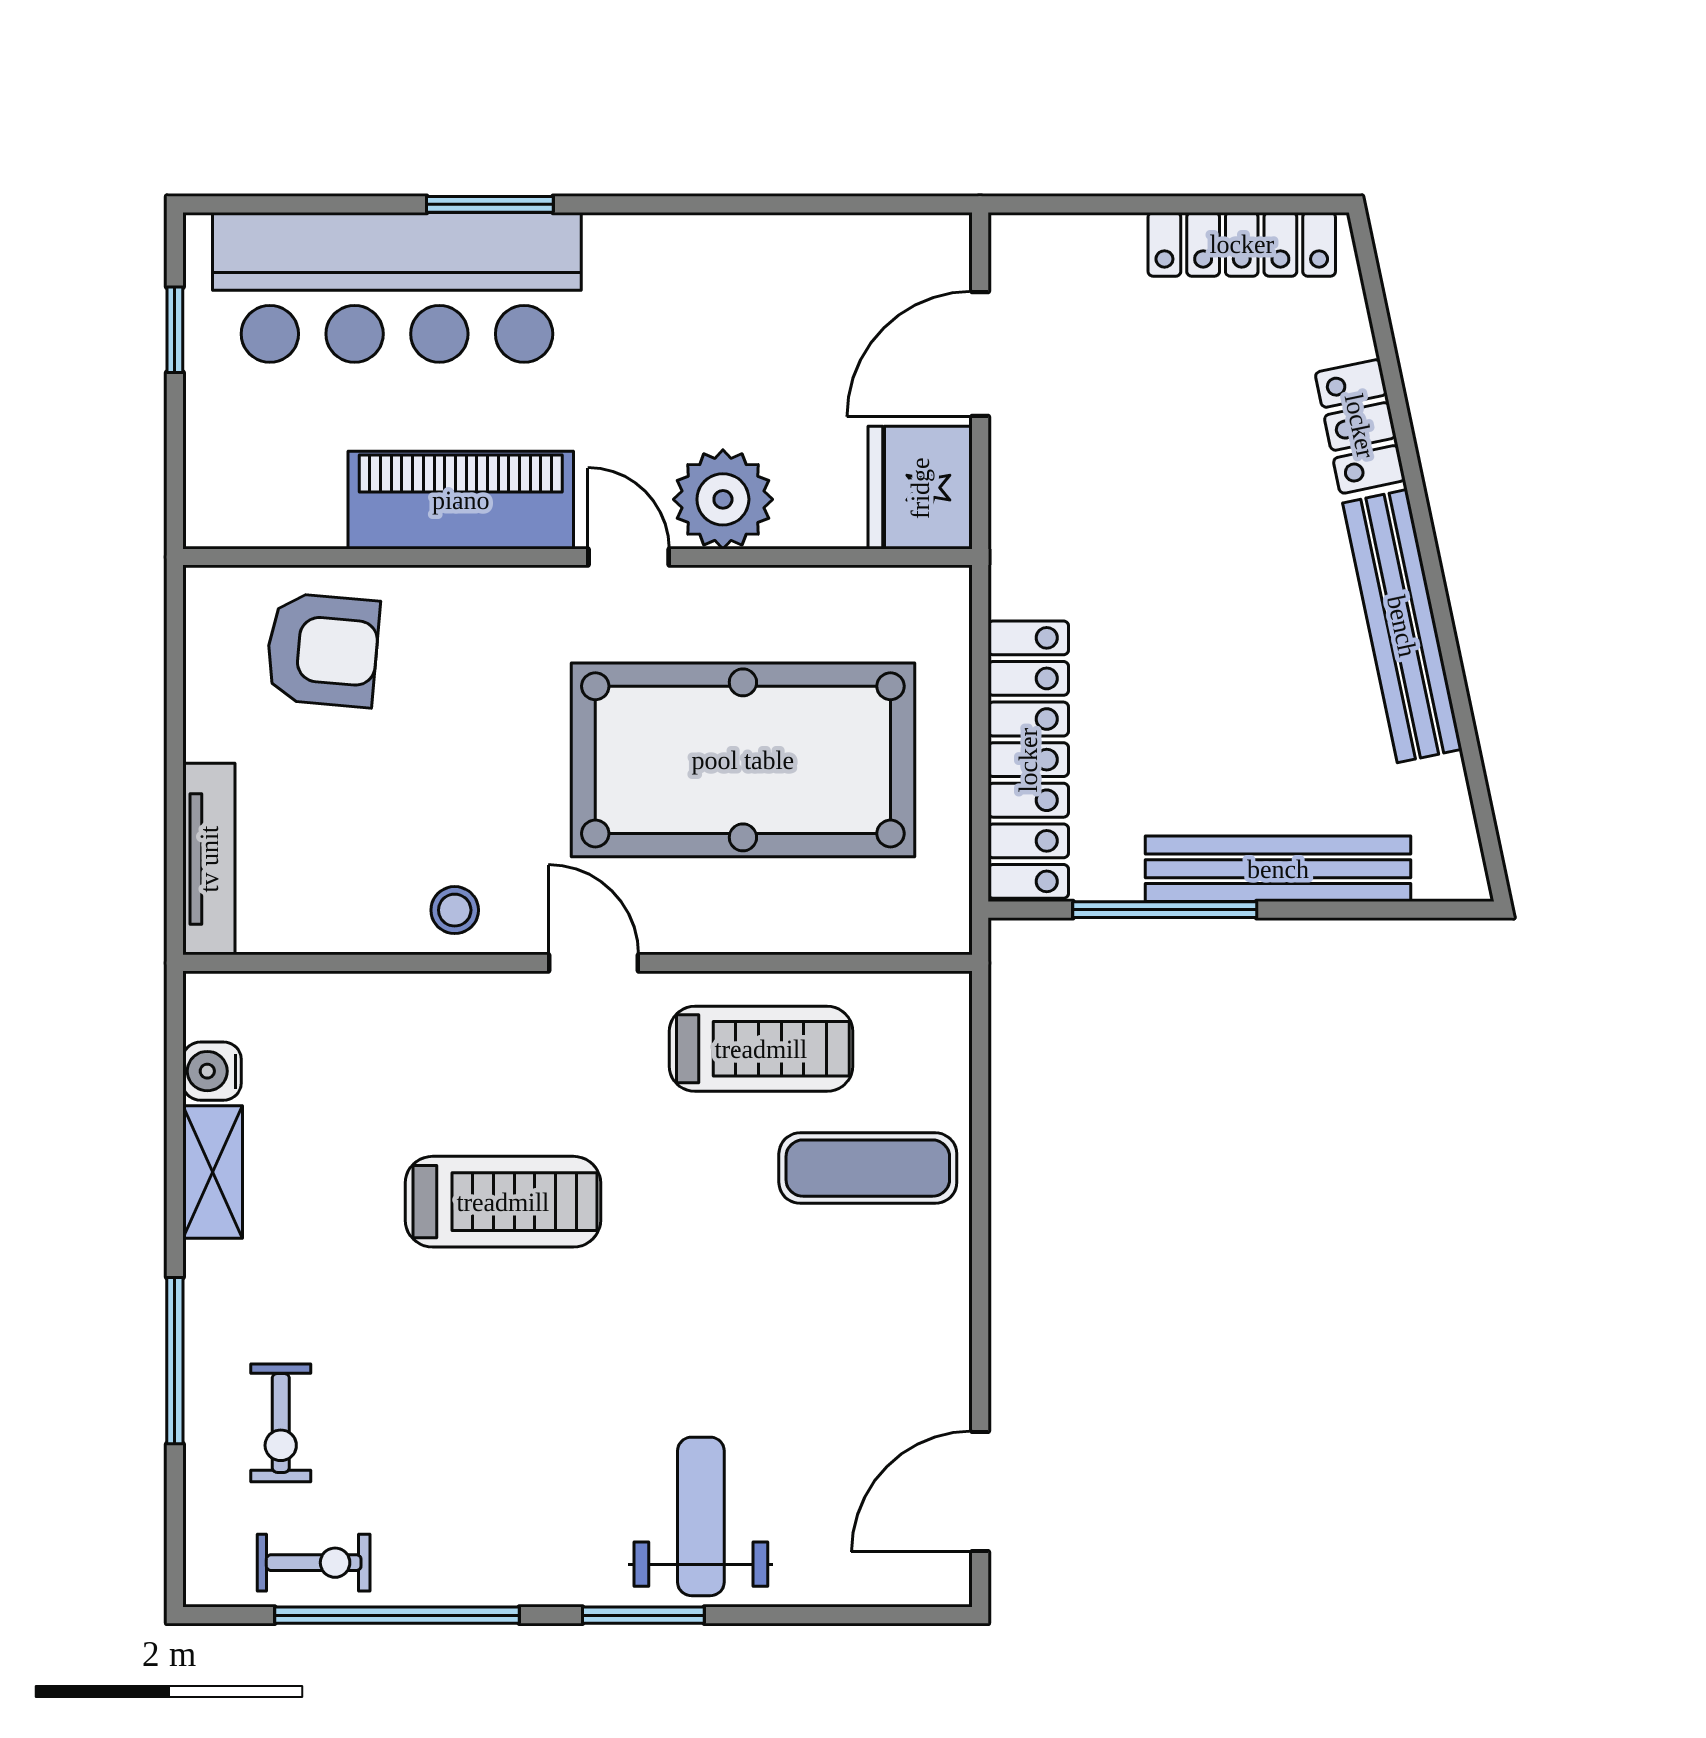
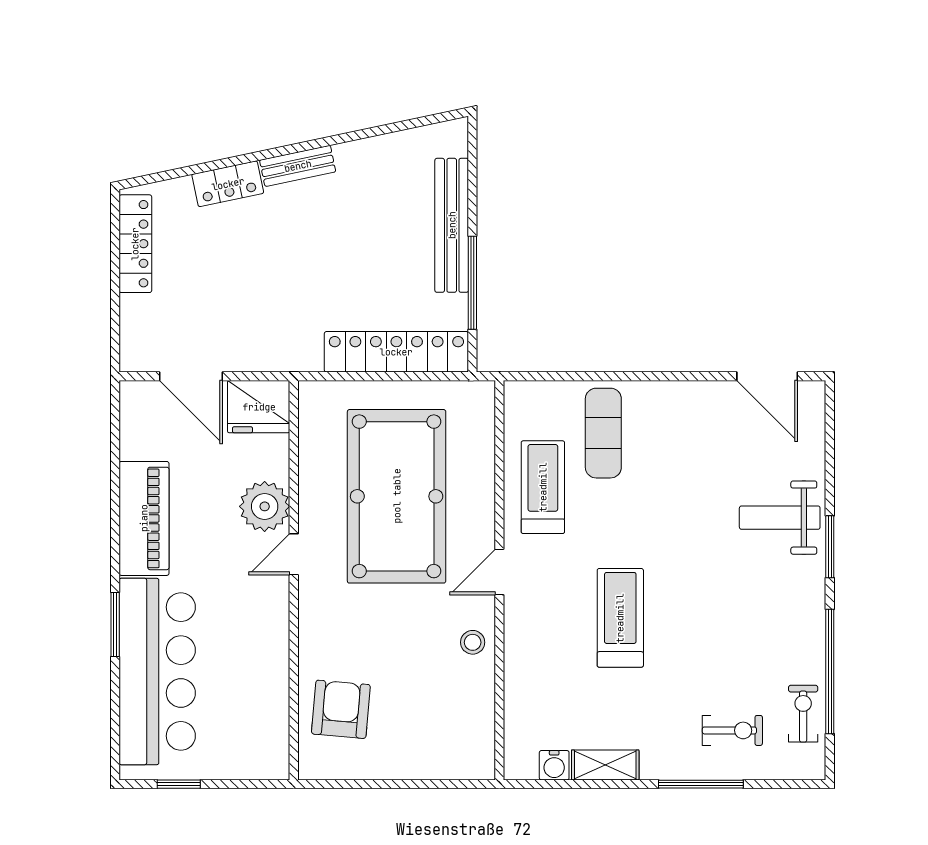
piano: (461, 500) -> (144, 518), moved, turned 180
bench: (1402, 626) -> (298, 166), width x0.54, depth x0.82
tv unit: (209, 859) -> (447, 767), removed

